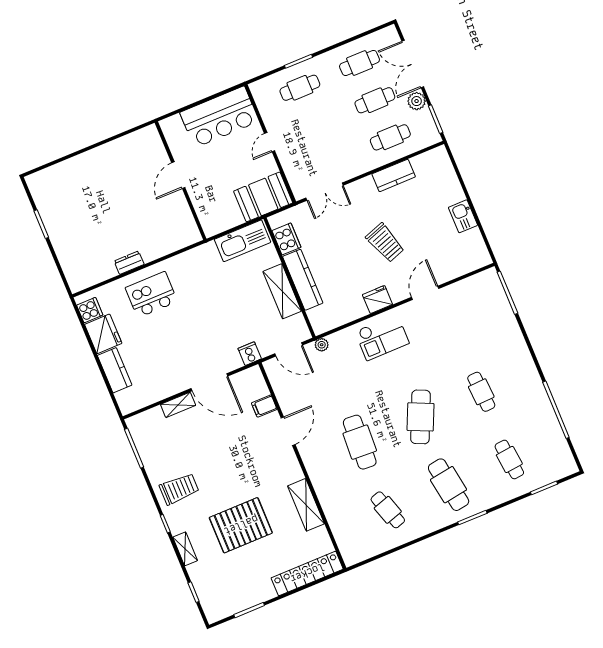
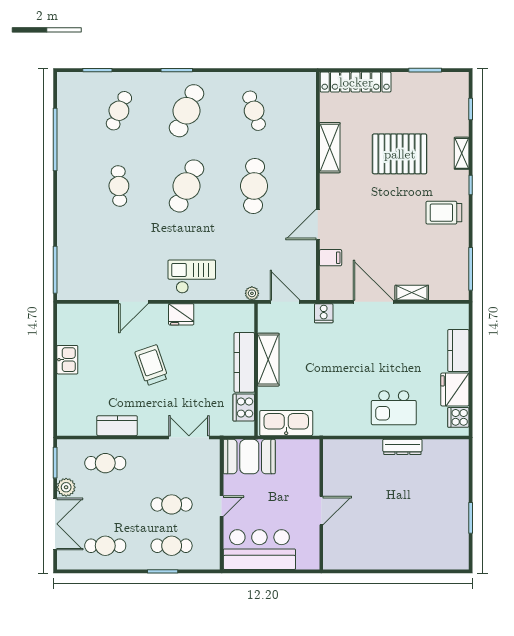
cafe table: (375, 100) -> (172, 504), moved
dresser: (129, 263) -> (402, 447), width x1.44
cafe table: (509, 459) -> (119, 111), turned 30
cafe table: (449, 485) -> (186, 111), turned 33

